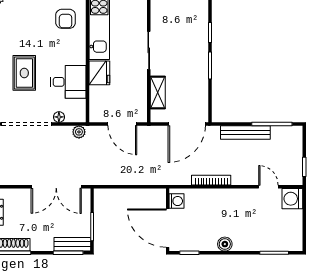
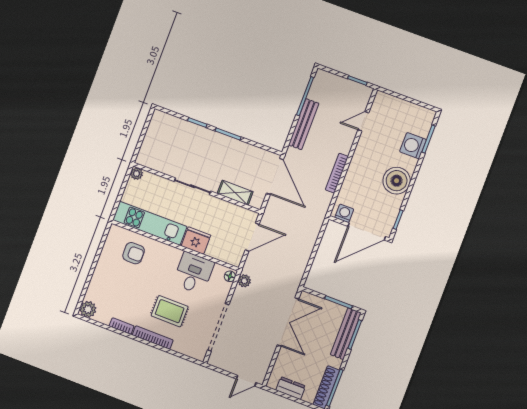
floor lamp: (59, 117) -> (230, 276), moved
washing machine: (292, 199) -> (413, 146), moved, turned 90
bench: (72, 244) -> (346, 334), width x1.36
boiler: (225, 244) -> (397, 181), width x1.86, depth x1.86

